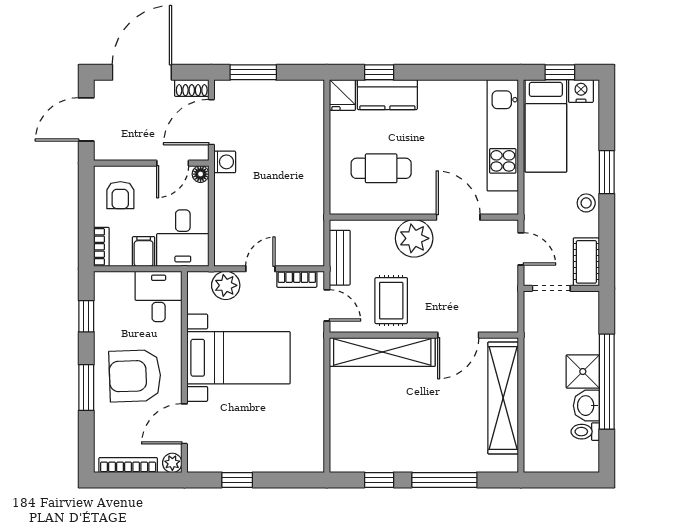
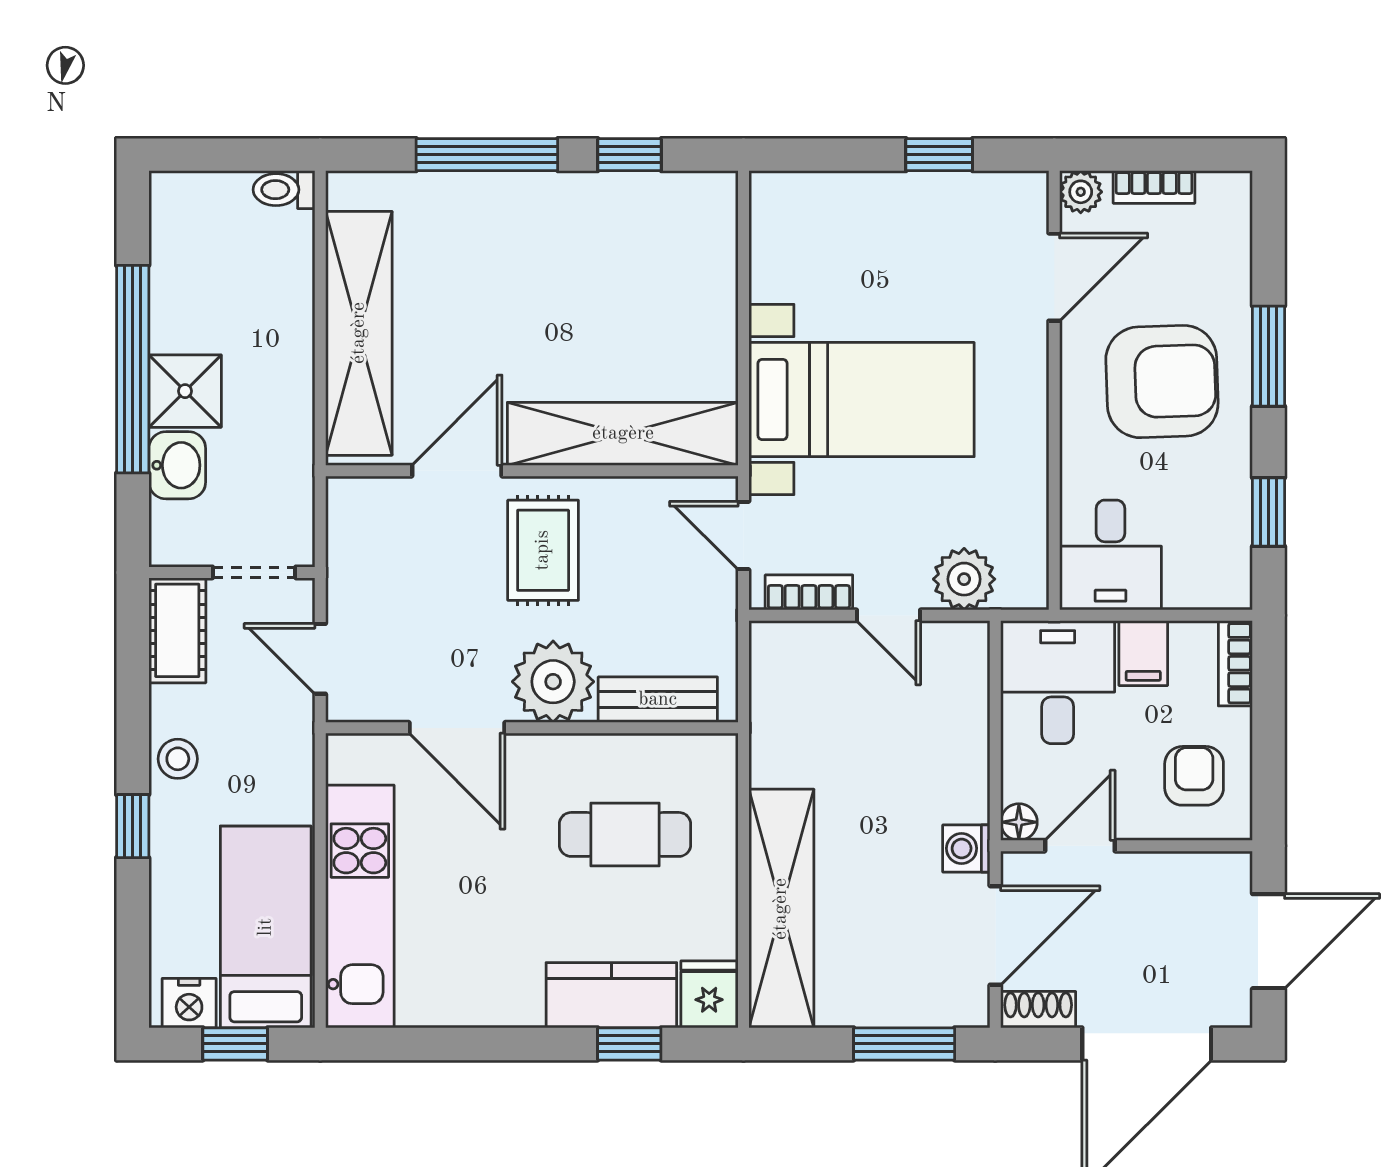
shelving: (309, 134) -> (781, 909), added
window: (607, 172) -> (133, 826), width x0.67
bench: (340, 258) -> (658, 700), moved, turned 90
door: (260, 269) -> (889, 615), hinge flipped
rug: (391, 301) -> (543, 550), moved
bed with nightstands: (238, 358) -> (861, 400), moved, turned 180
washbasin: (586, 406) -> (177, 465), moved
toilet: (585, 432) -> (284, 190), moved, turned 180
bookcase: (128, 465) -> (1154, 187), width x0.64

